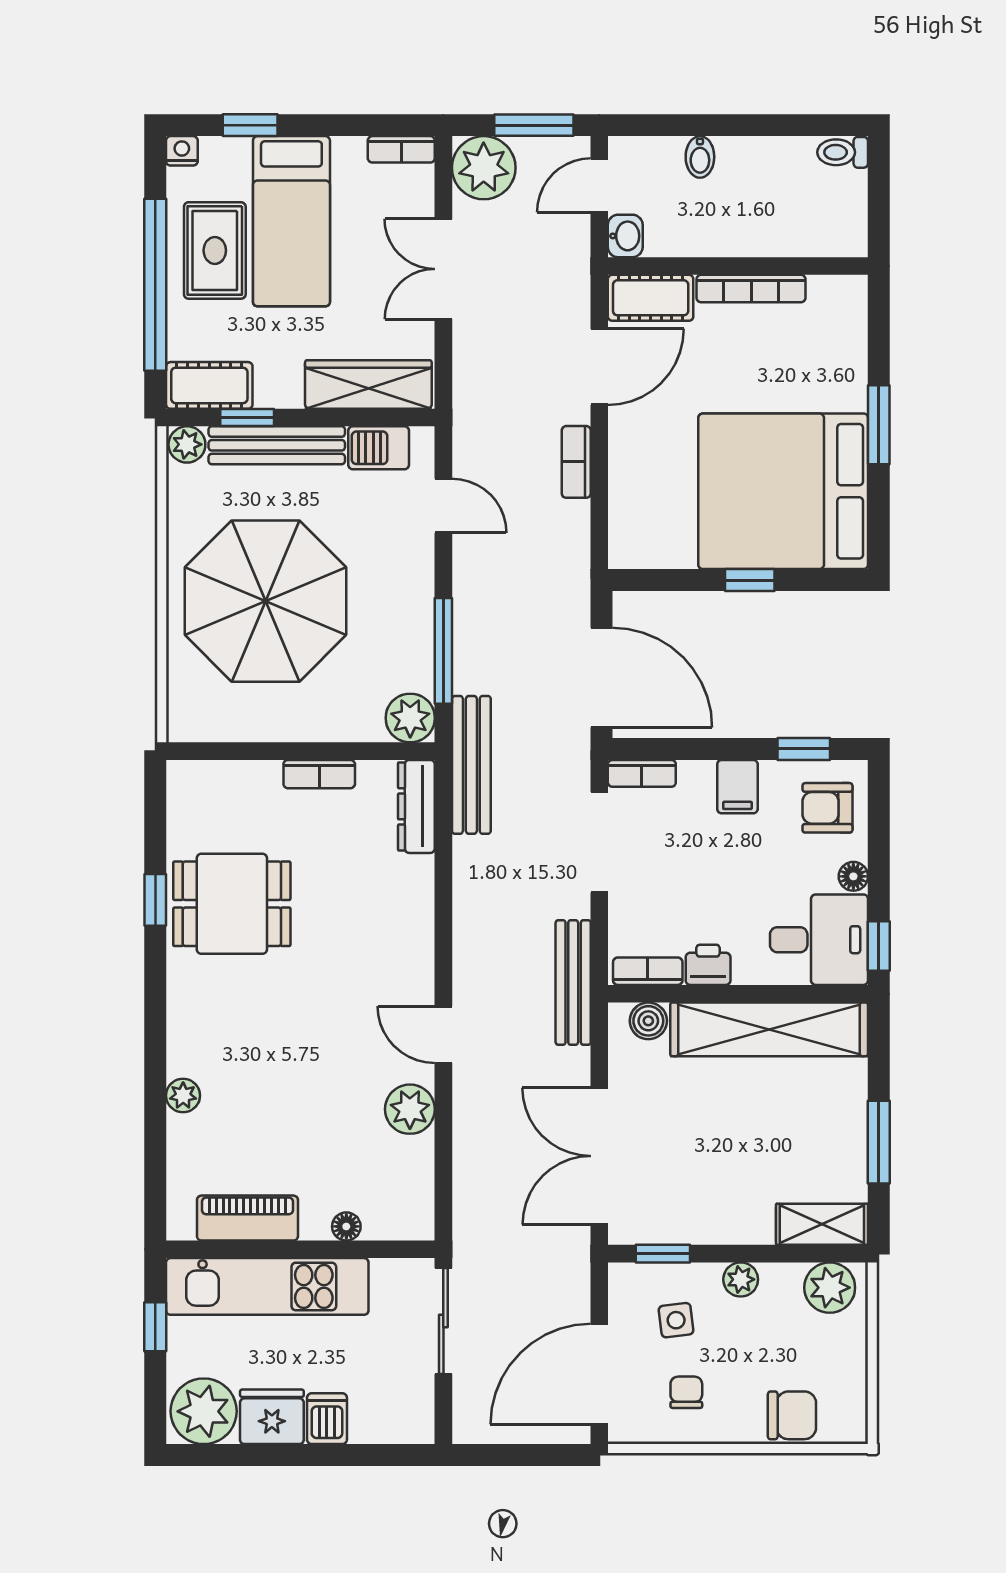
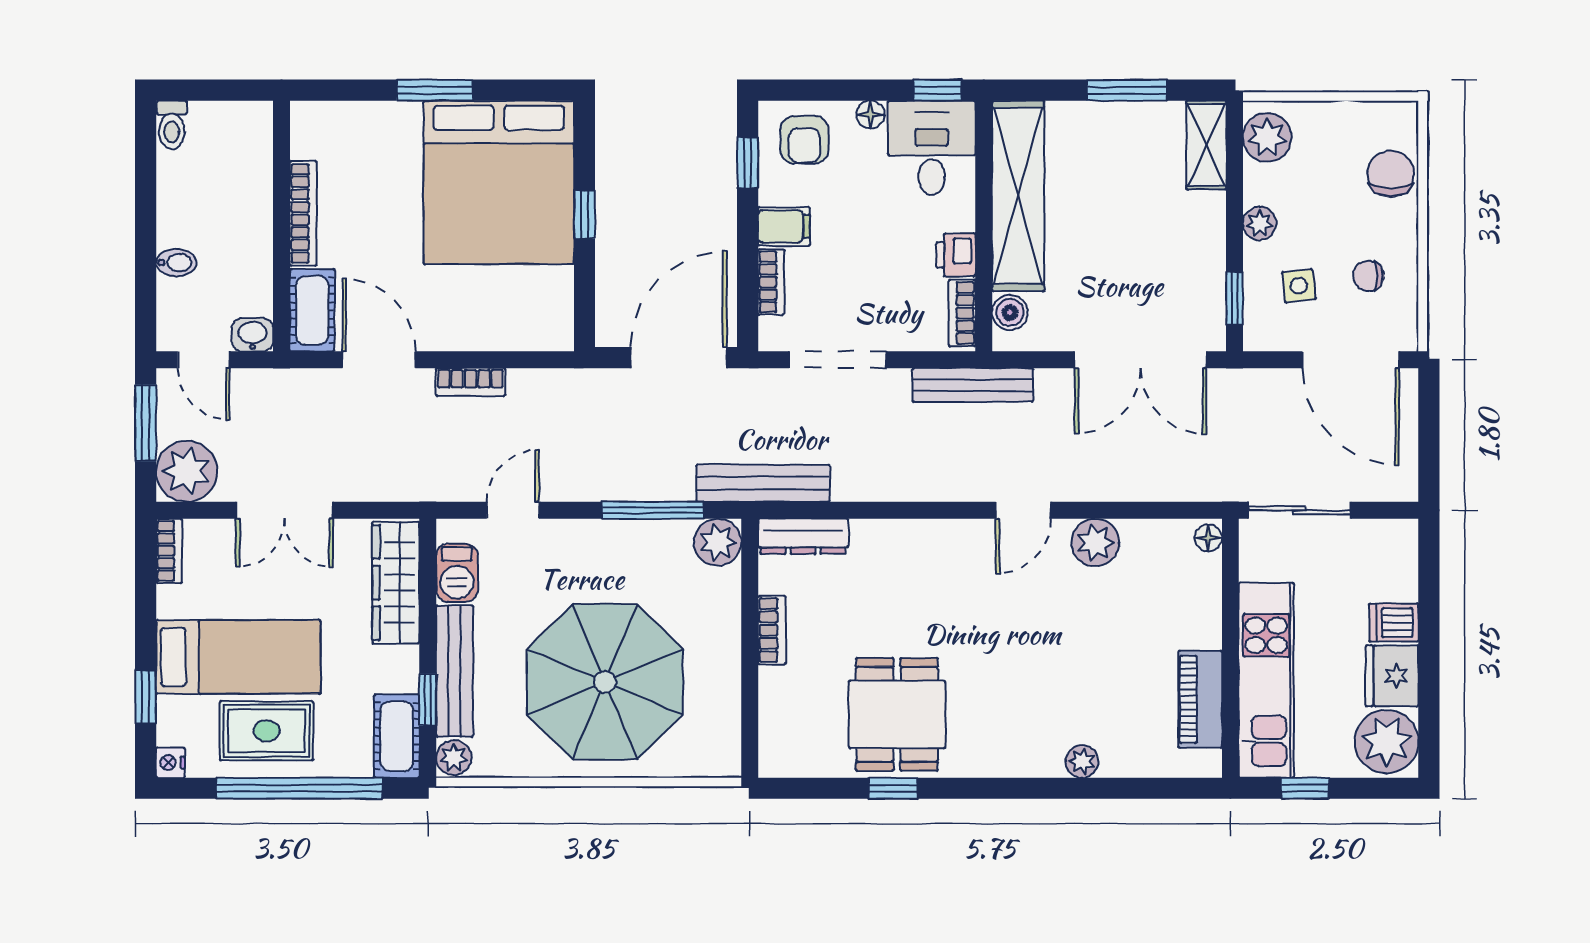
bookcase: (642, 773) -> (771, 282), moved
floor lamp: (346, 1226) -> (1208, 538), moved

